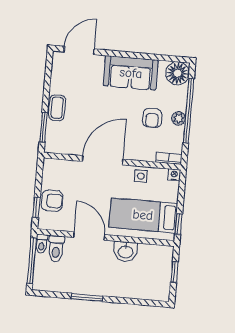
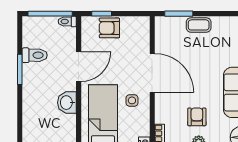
armchair: (152, 118) -> (197, 117), turned 90
side table: (141, 176) -> (132, 100), moved
armchair: (52, 201) -> (109, 28), turned 90
toilet: (56, 249) -> (35, 55), moved, turned 180

